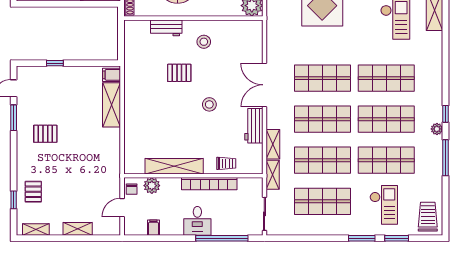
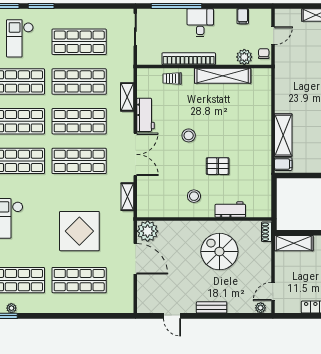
shelving: (273, 175) -> (127, 197), moved

